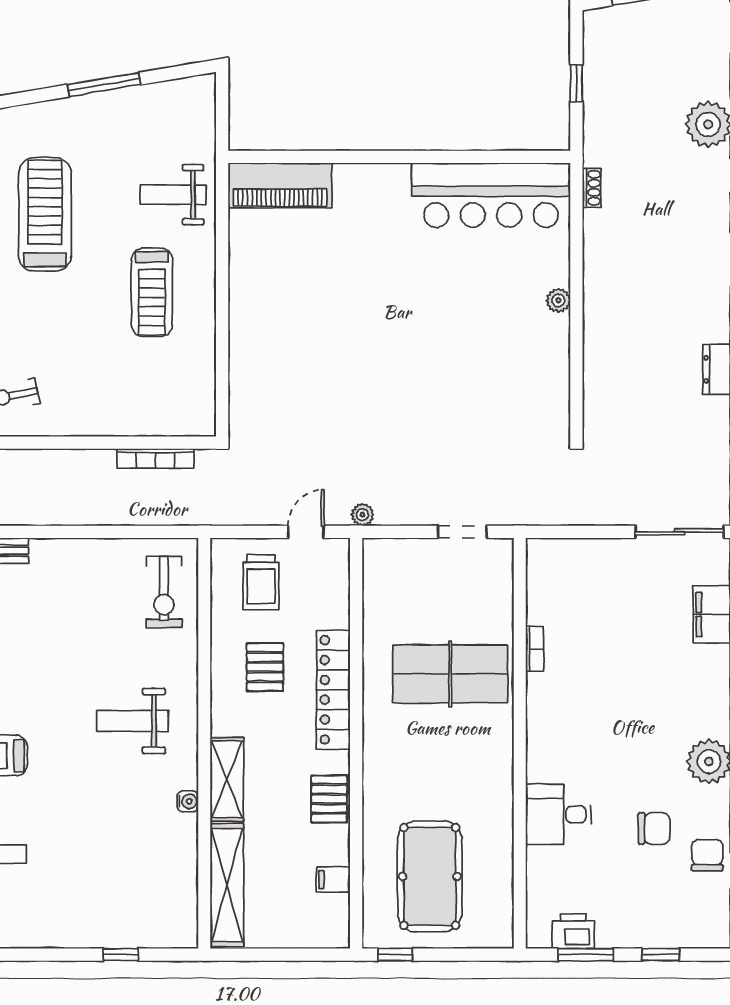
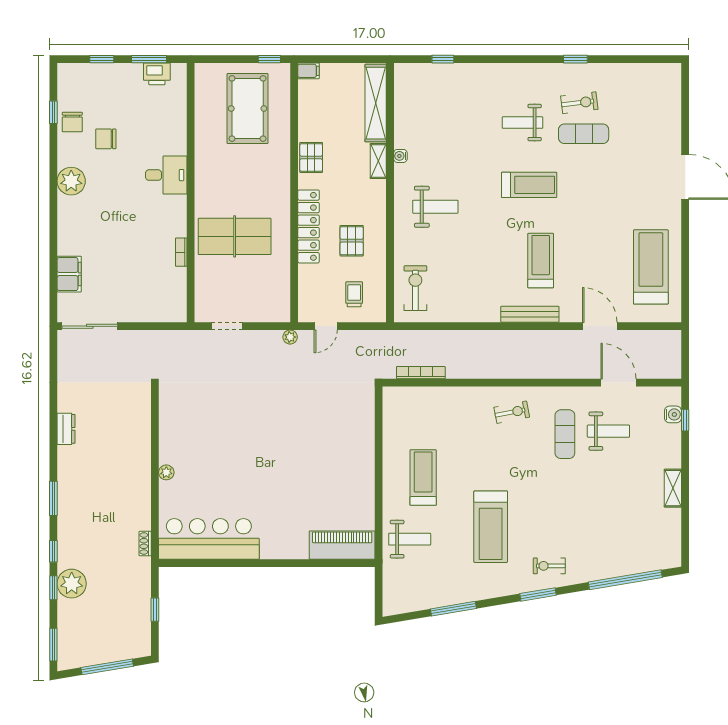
trolley: (261, 582) -> (354, 294), width x0.73, depth x0.72
shelving: (227, 779) -> (378, 161), width x0.67, depth x0.75
desk: (558, 814) -> (166, 175), moved
filing cabinet: (333, 879) -> (309, 71), moved

